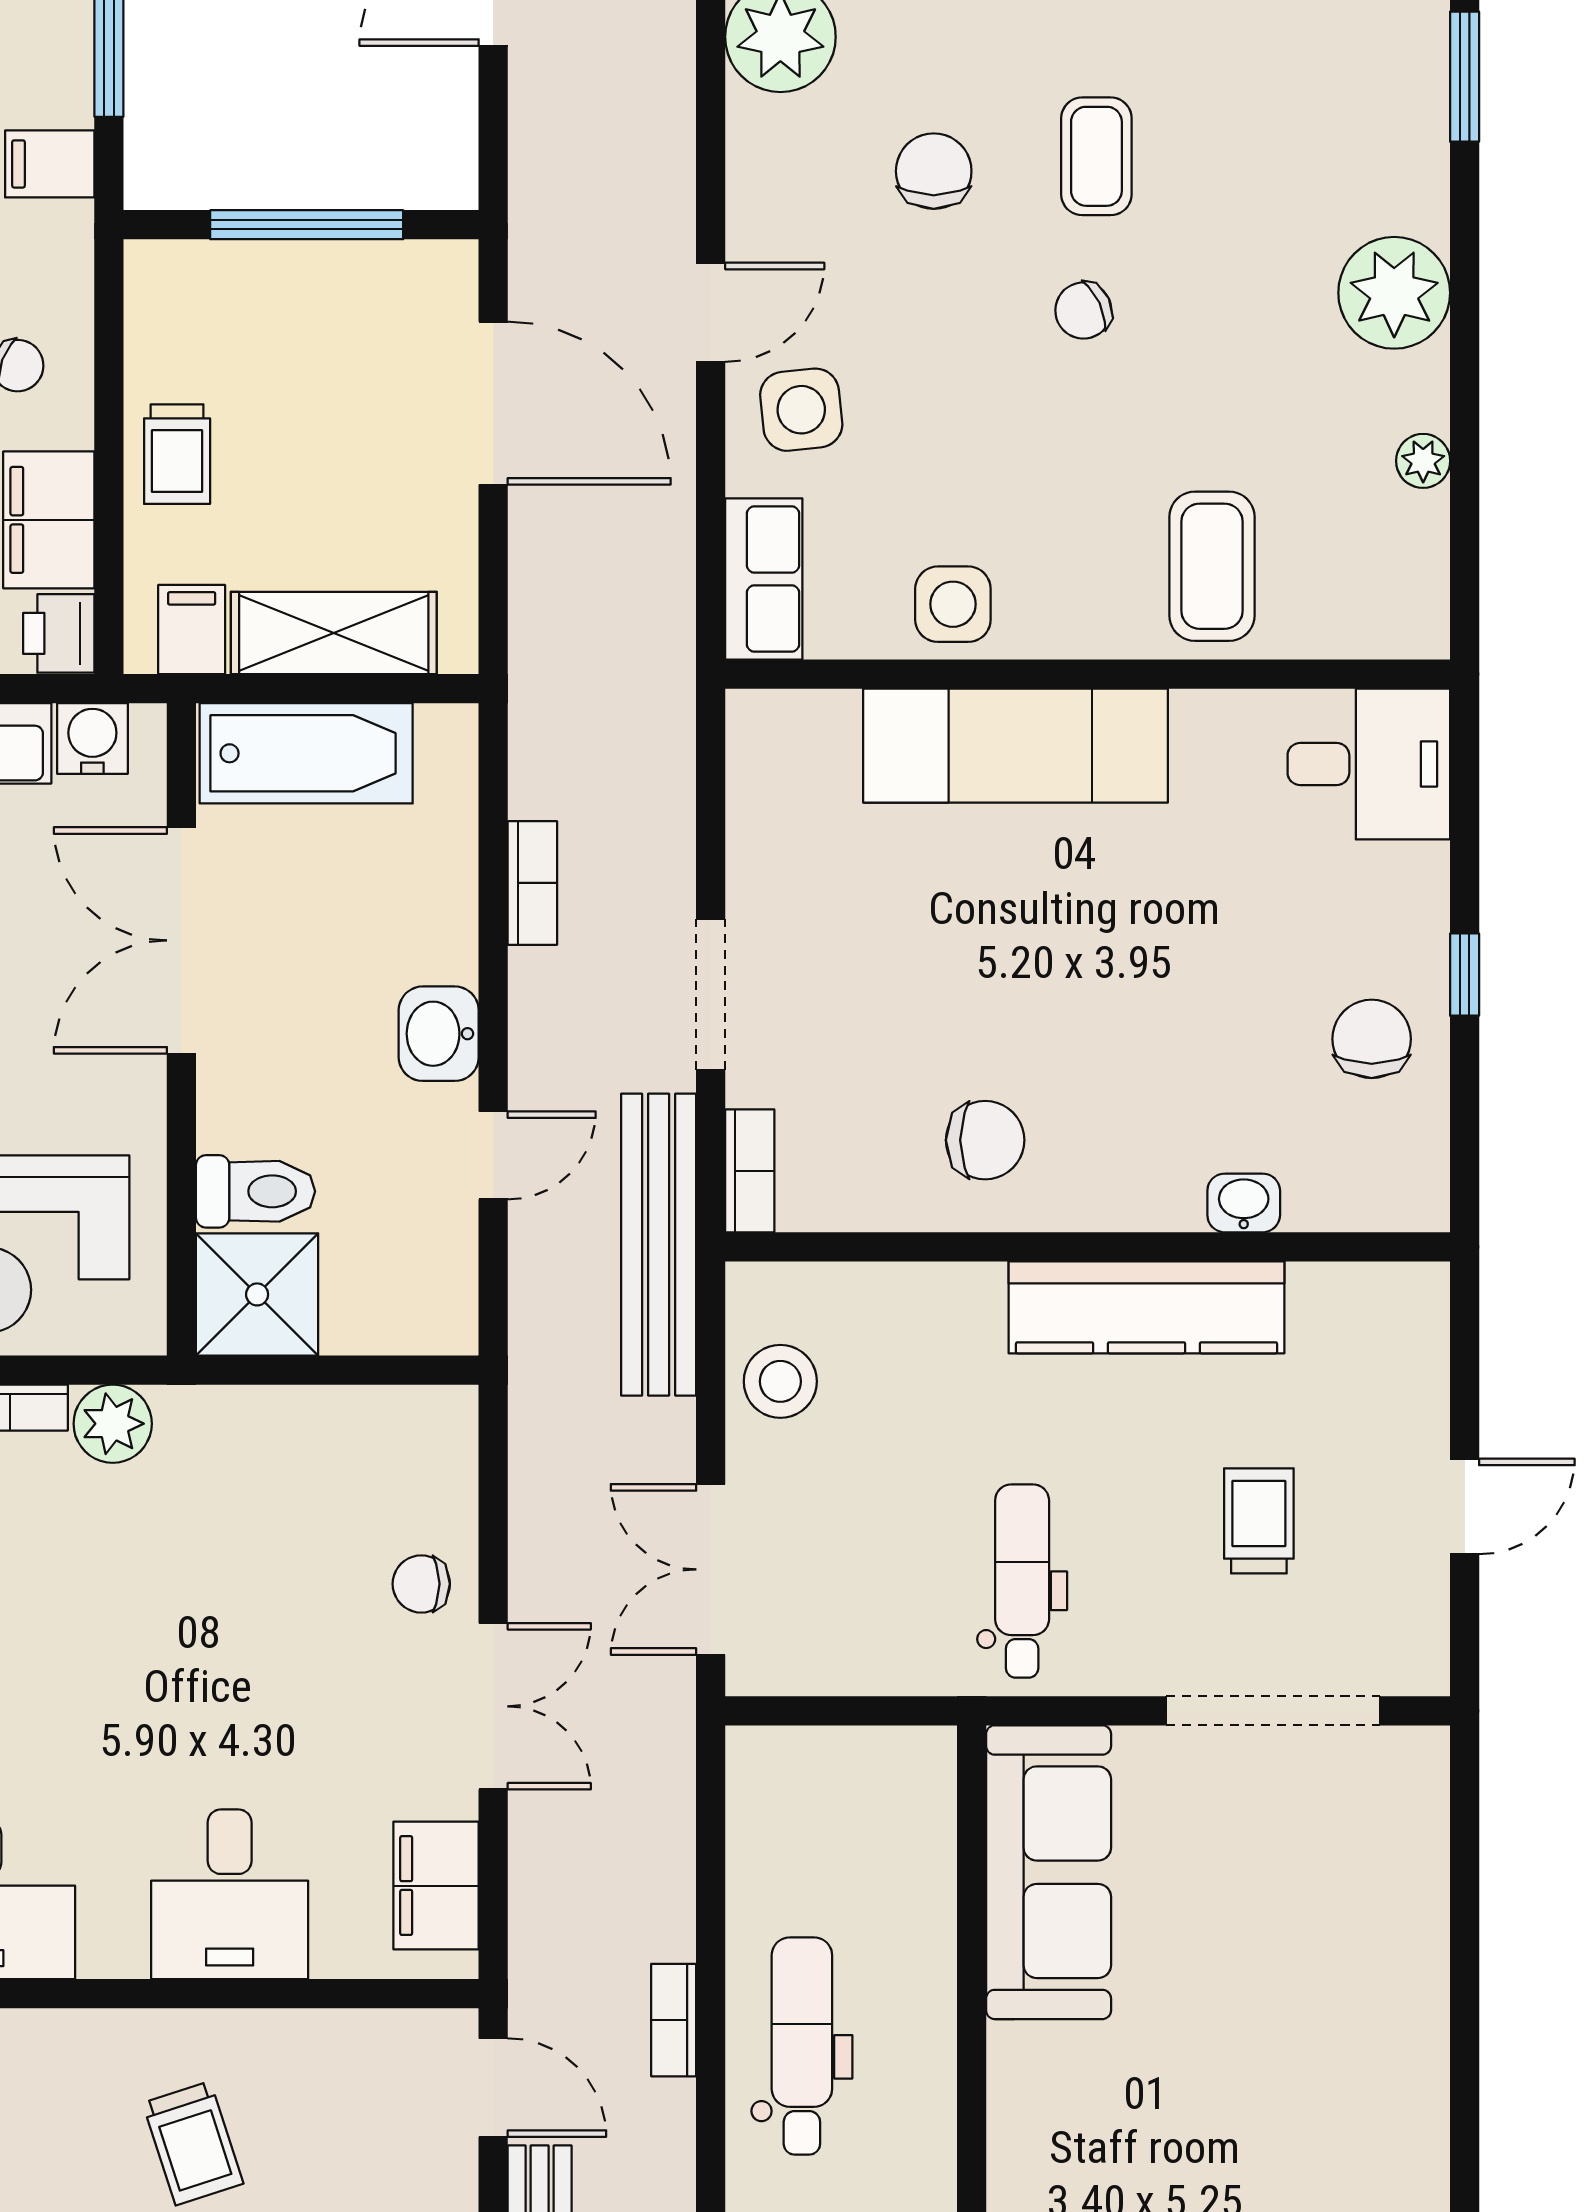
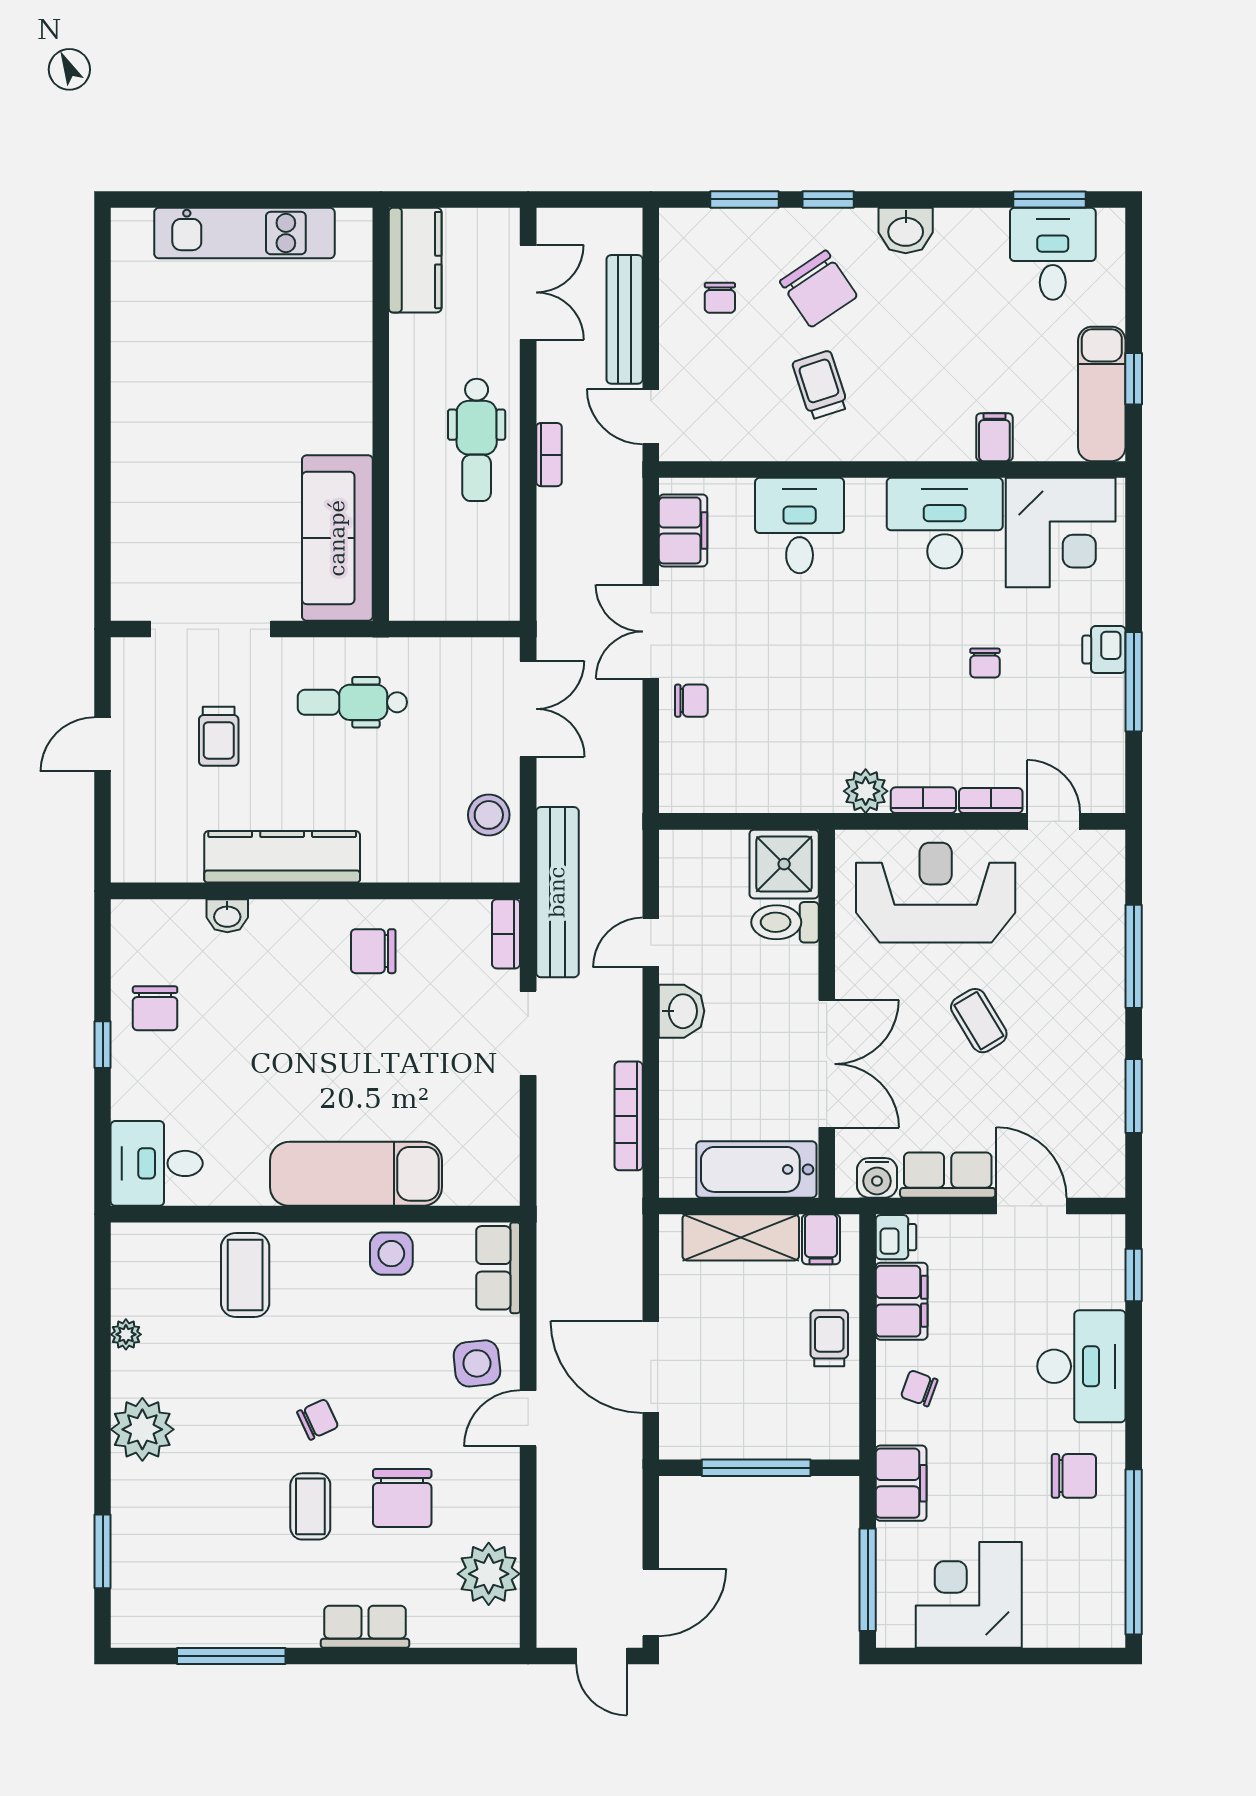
filing cabinet: (50, 164) -> (901, 1483), width x2.00
chair: (934, 171) -> (402, 1498), width x1.37, depth x1.37
bookcase: (532, 883) -> (629, 1116), width x1.56
dental chair: (1022, 1581) -> (352, 702), turned 90

